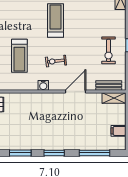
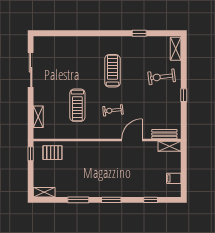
exercise bike: (109, 50) -> (162, 77), moved, turned 83
water cooler: (43, 85) -> (101, 134), removed
window: (95, 153) -> (151, 200), width x0.46

